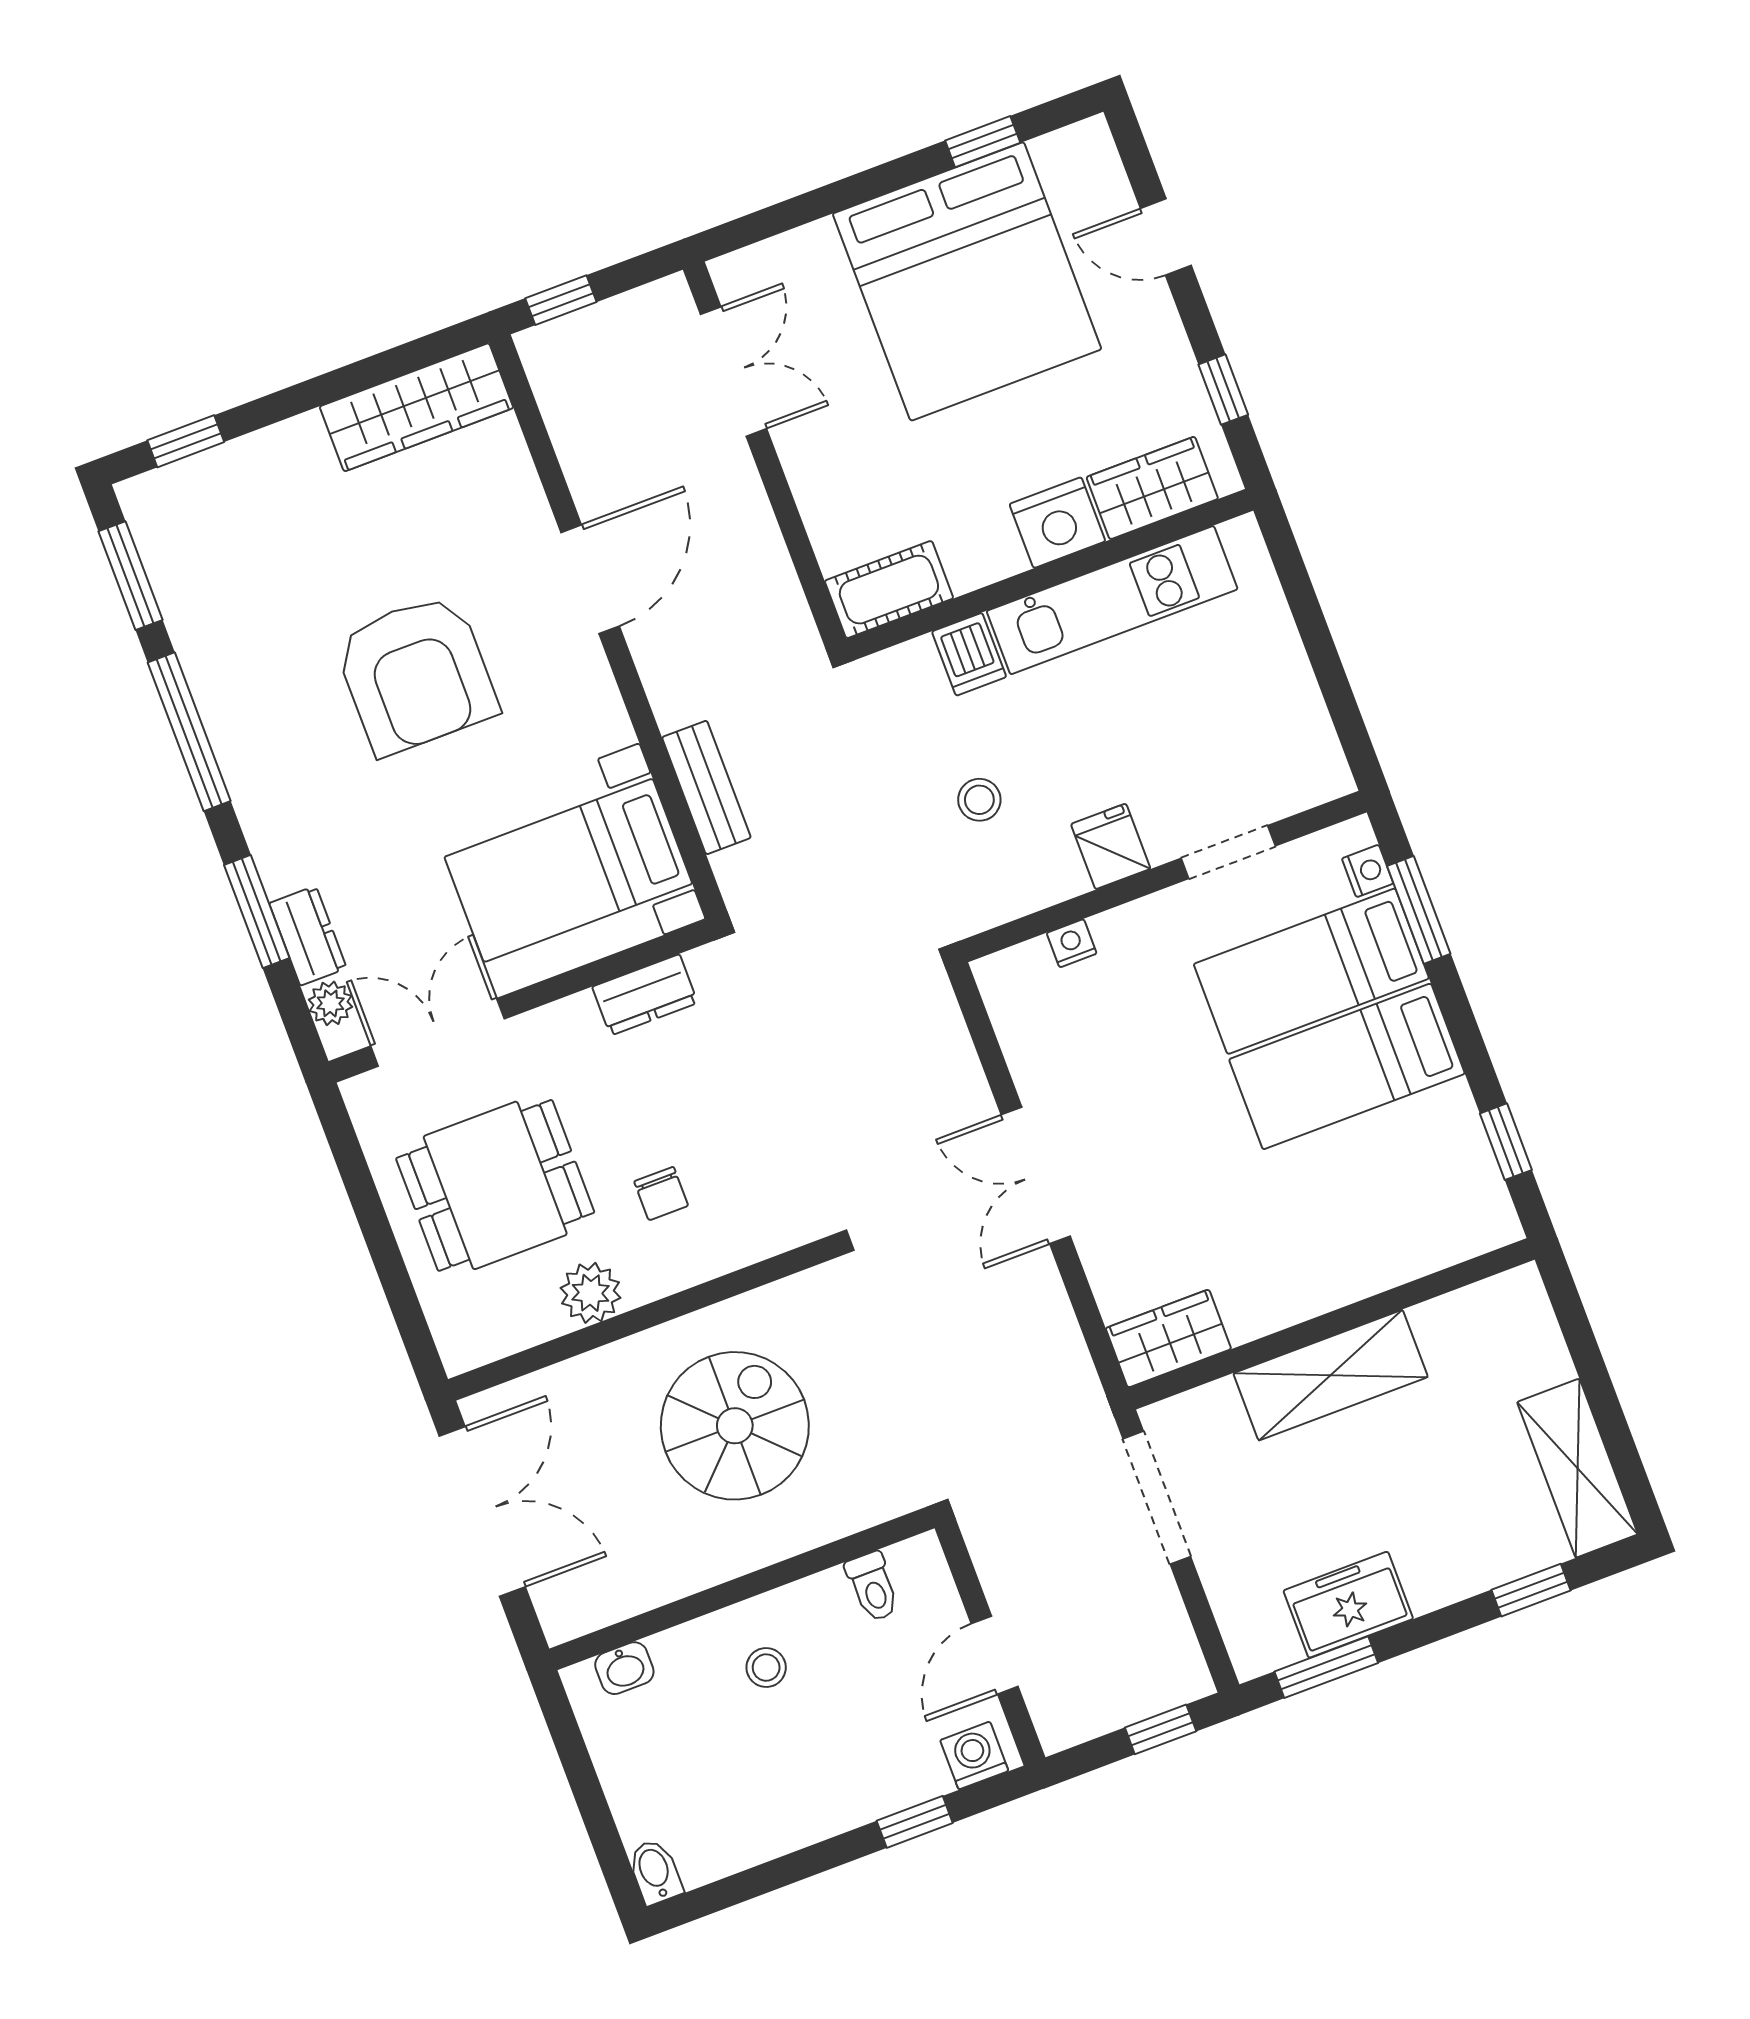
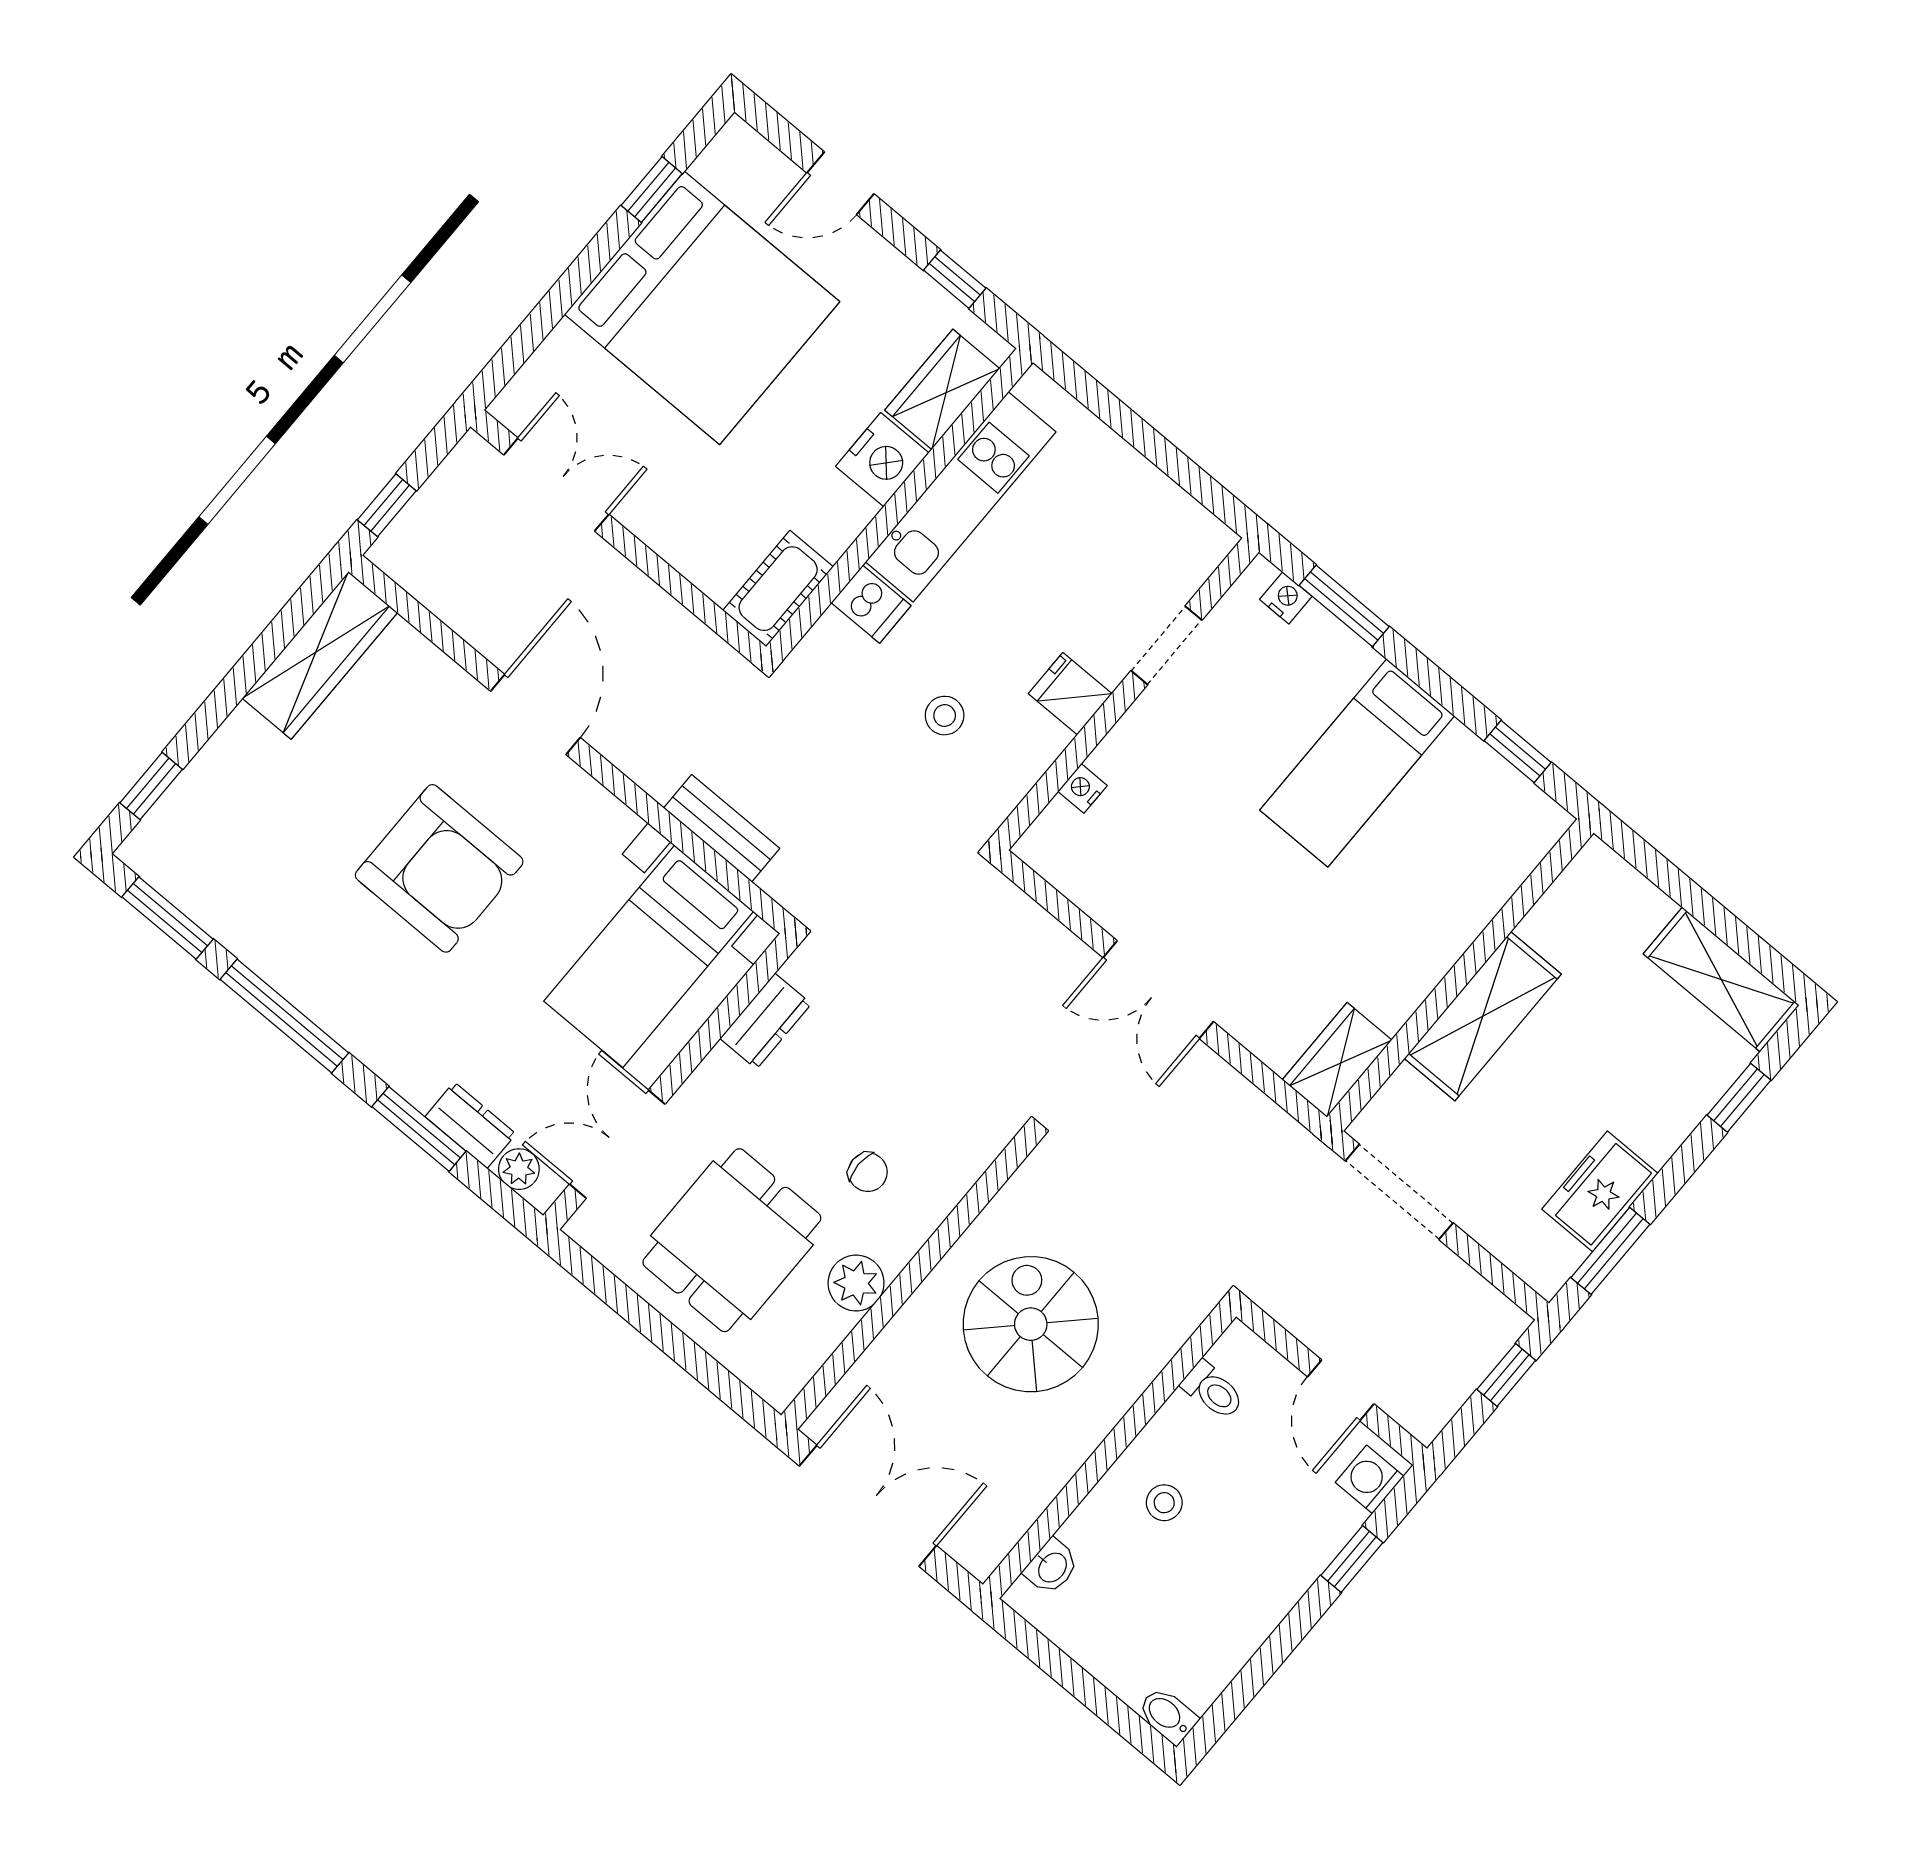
bed: (1311, 971) -> (1286, 703), removed

